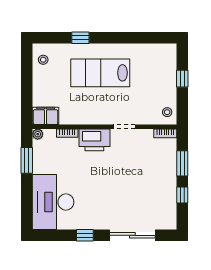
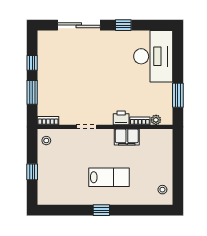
window: (80, 38) -> (101, 210), moved
lab bench: (100, 73) -> (109, 177), width x0.73, depth x0.72
filing cabinet: (46, 116) -> (127, 137), moved
plant: (38, 134) -> (156, 120), moved
printer: (94, 140) -> (121, 118), width x0.53, depth x0.68

